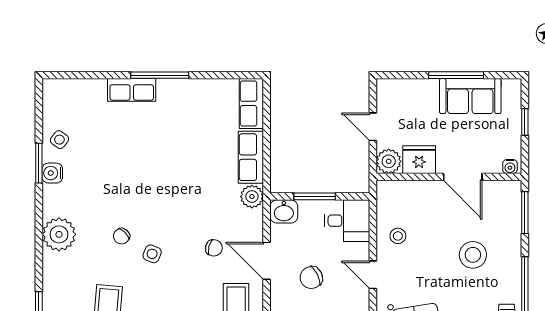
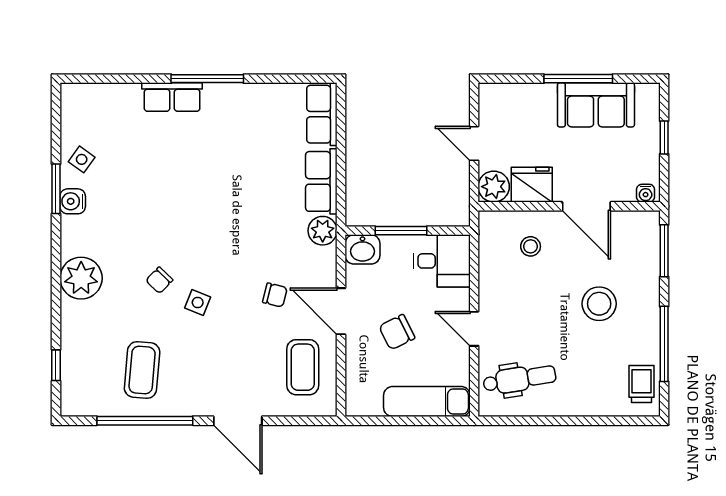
stool: (398, 236) -> (531, 246), moved

